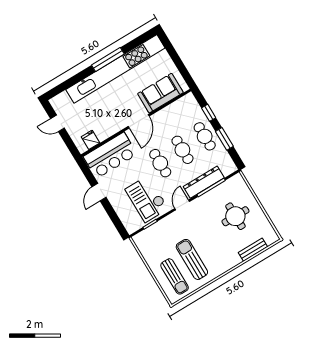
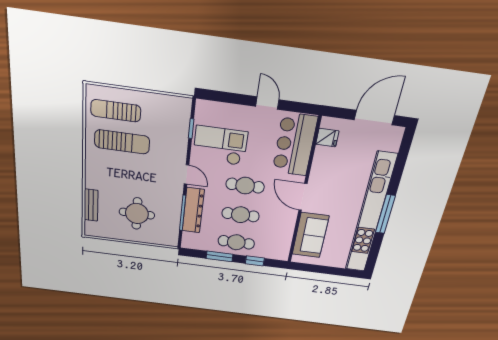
door: (57, 123) -> (374, 118), width x1.88

